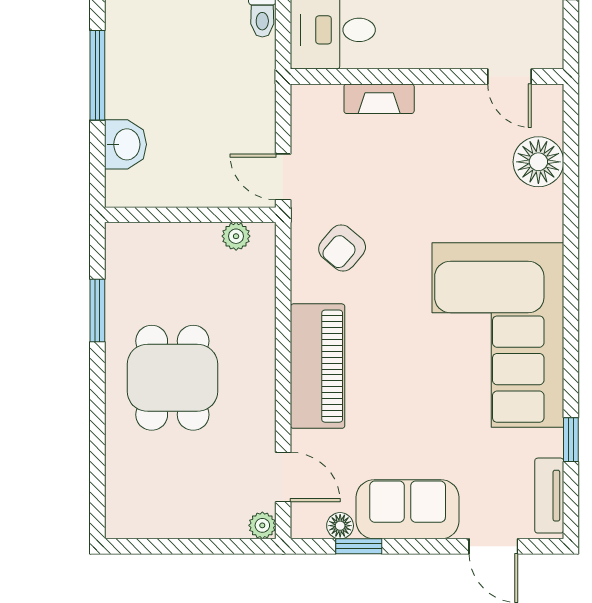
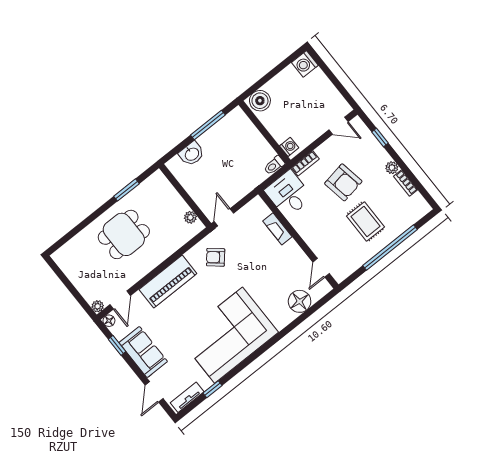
floor lamp: (340, 526) -> (109, 321), moved

